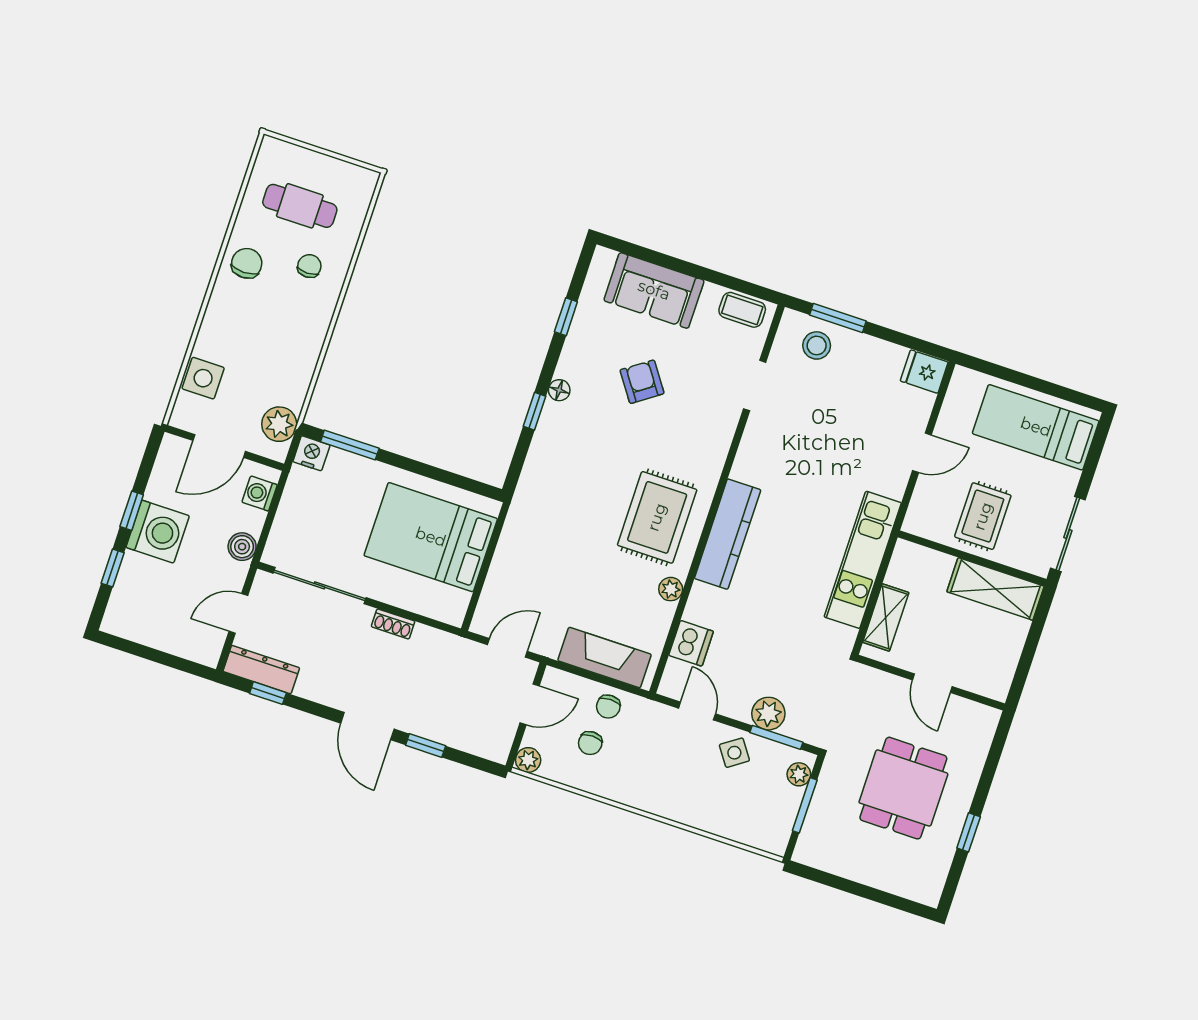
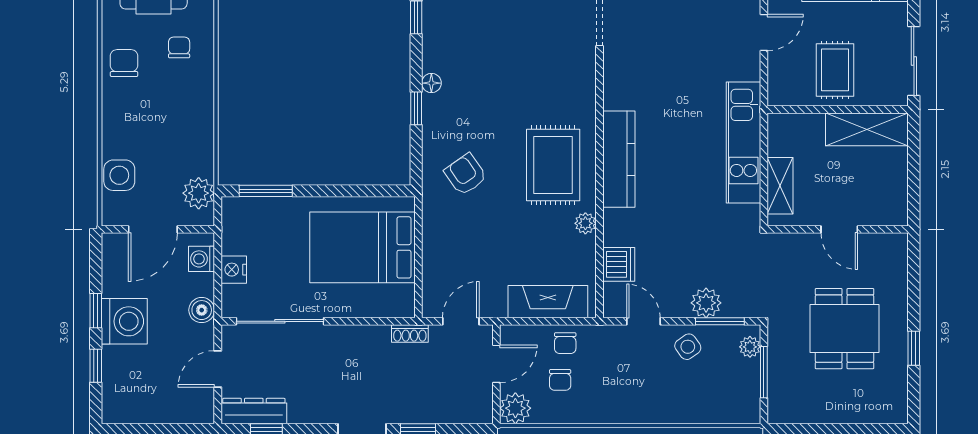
armchair: (642, 382) -> (465, 174), moved
nightstand: (311, 453) -> (234, 270), moved, turned -90
shoe rack: (393, 624) -> (410, 334), moved
plant: (528, 760) -> (515, 408), width x1.38, depth x1.38

